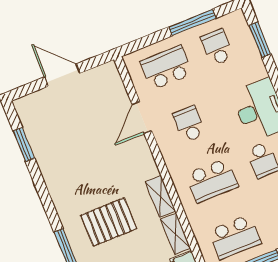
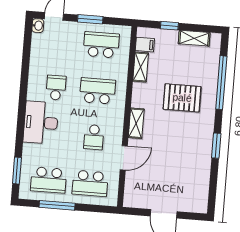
school desk: (217, 47) -> (49, 180), width x1.85
window: (24, 145) -> (216, 146), moved
shelving: (160, 197) -> (136, 123), moved

